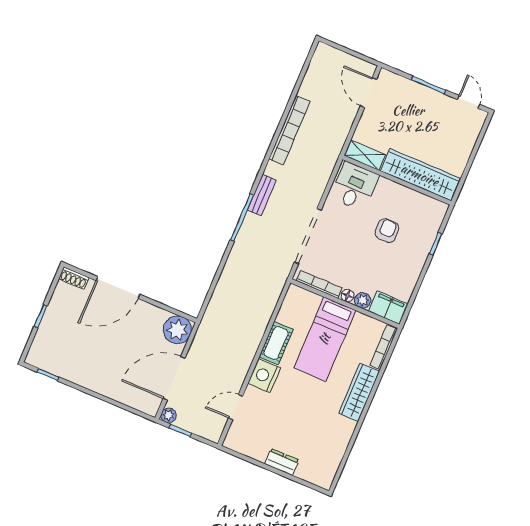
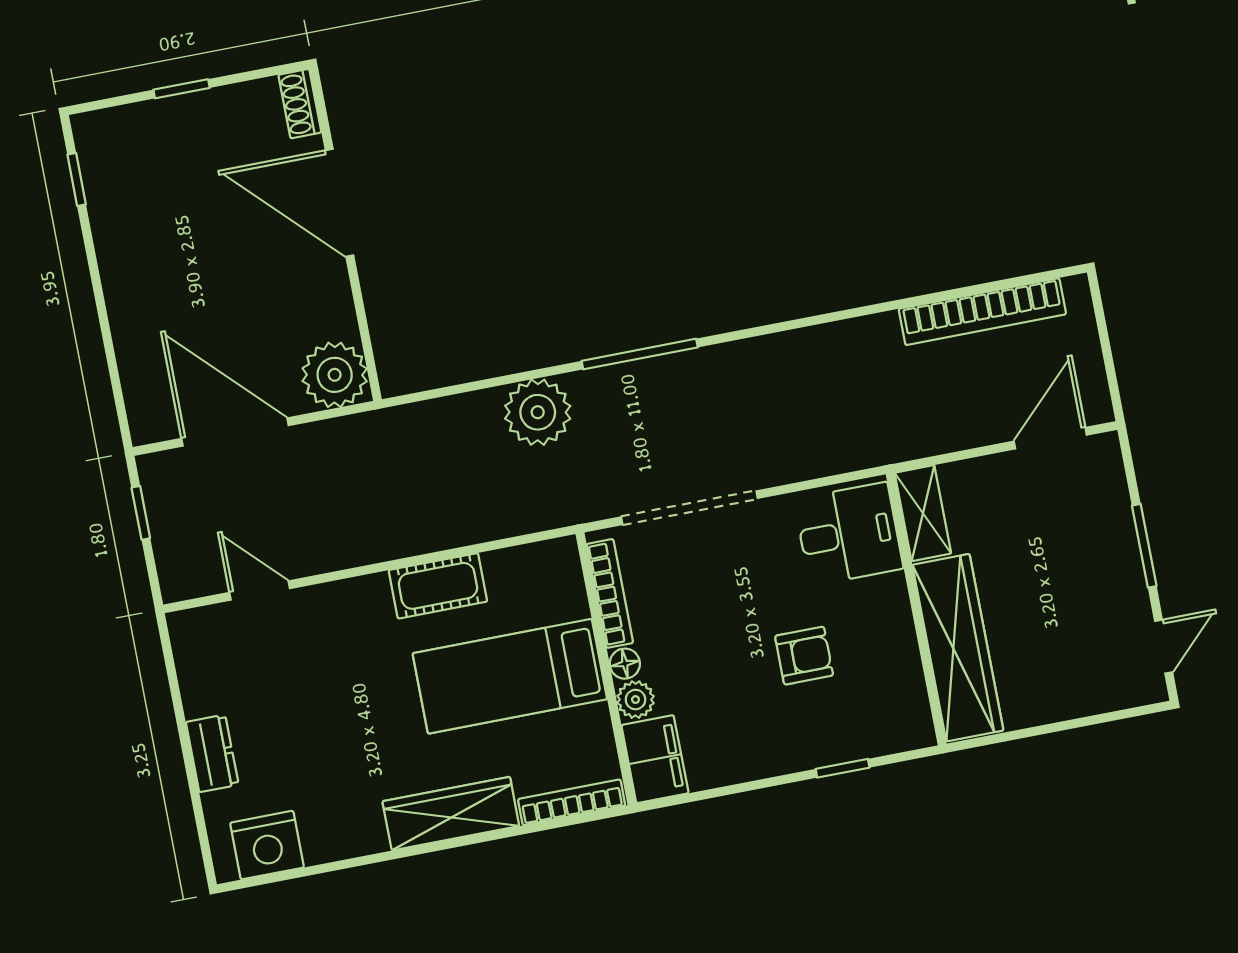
bookcase: (289, 130) -> (982, 312), moved
bench: (262, 195) -> (709, 363), removed
nightstand: (264, 376) -> (267, 845), moved, turned 180
plant: (169, 415) -> (538, 412), moved, width x1.88, depth x1.88

